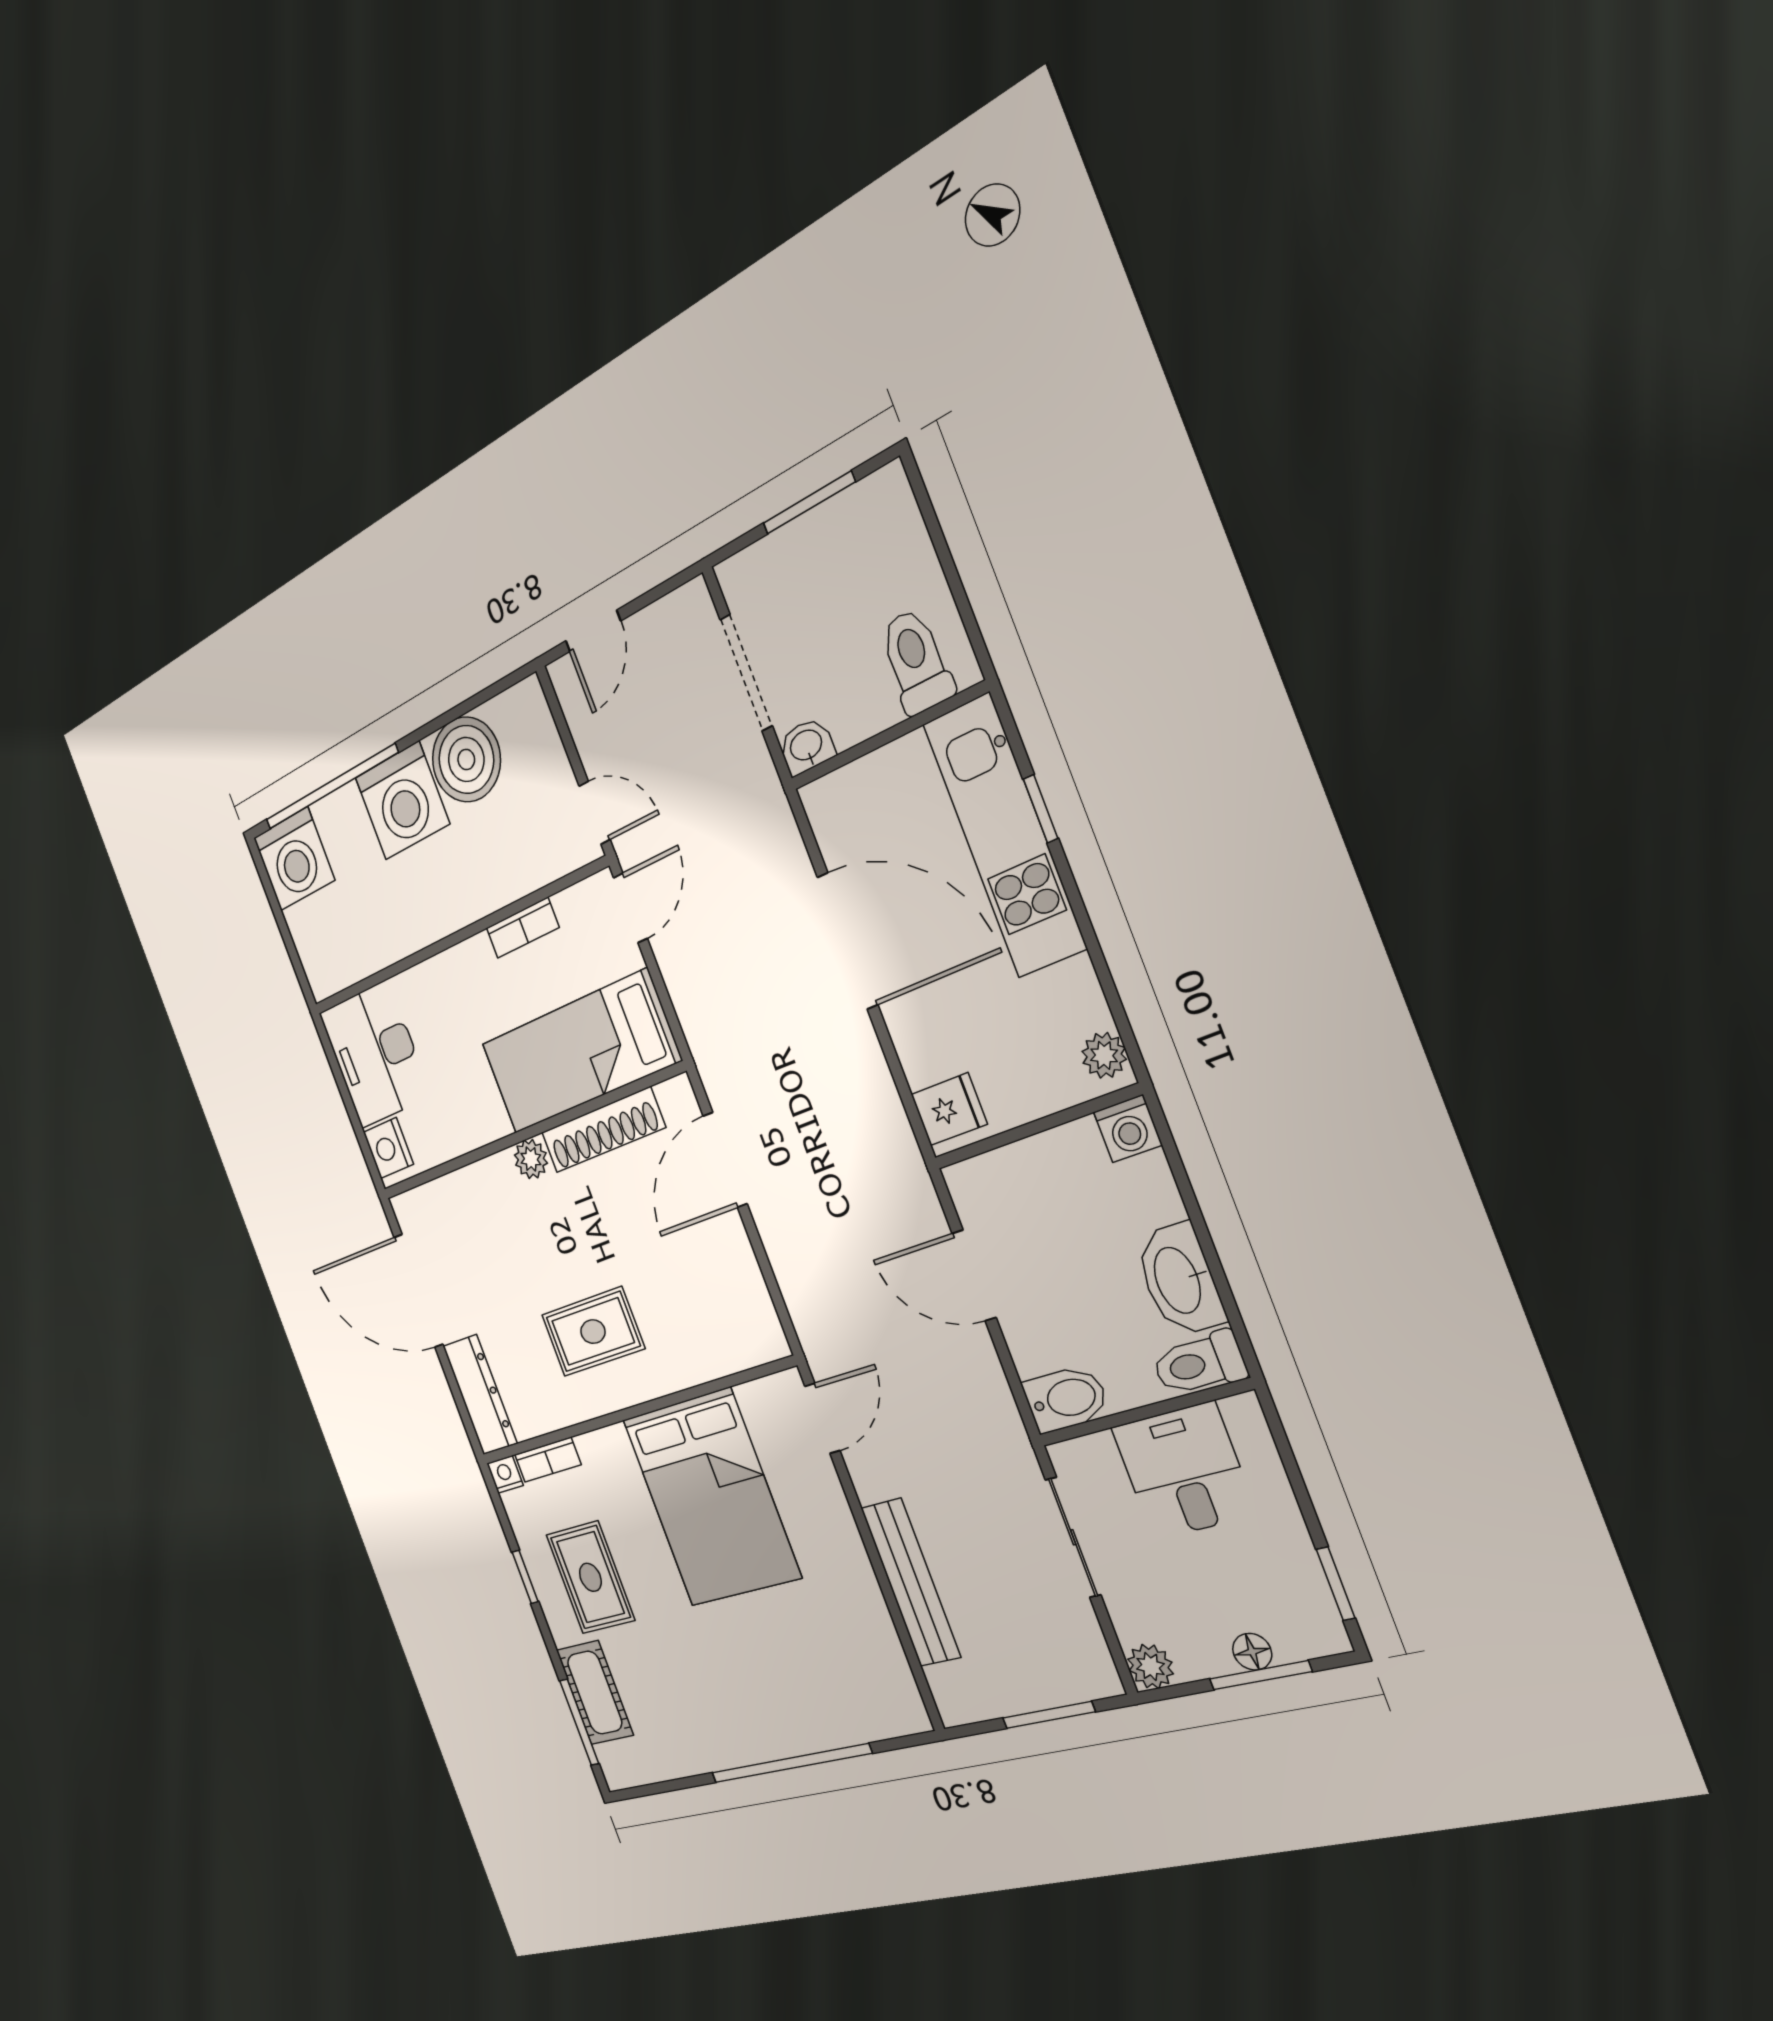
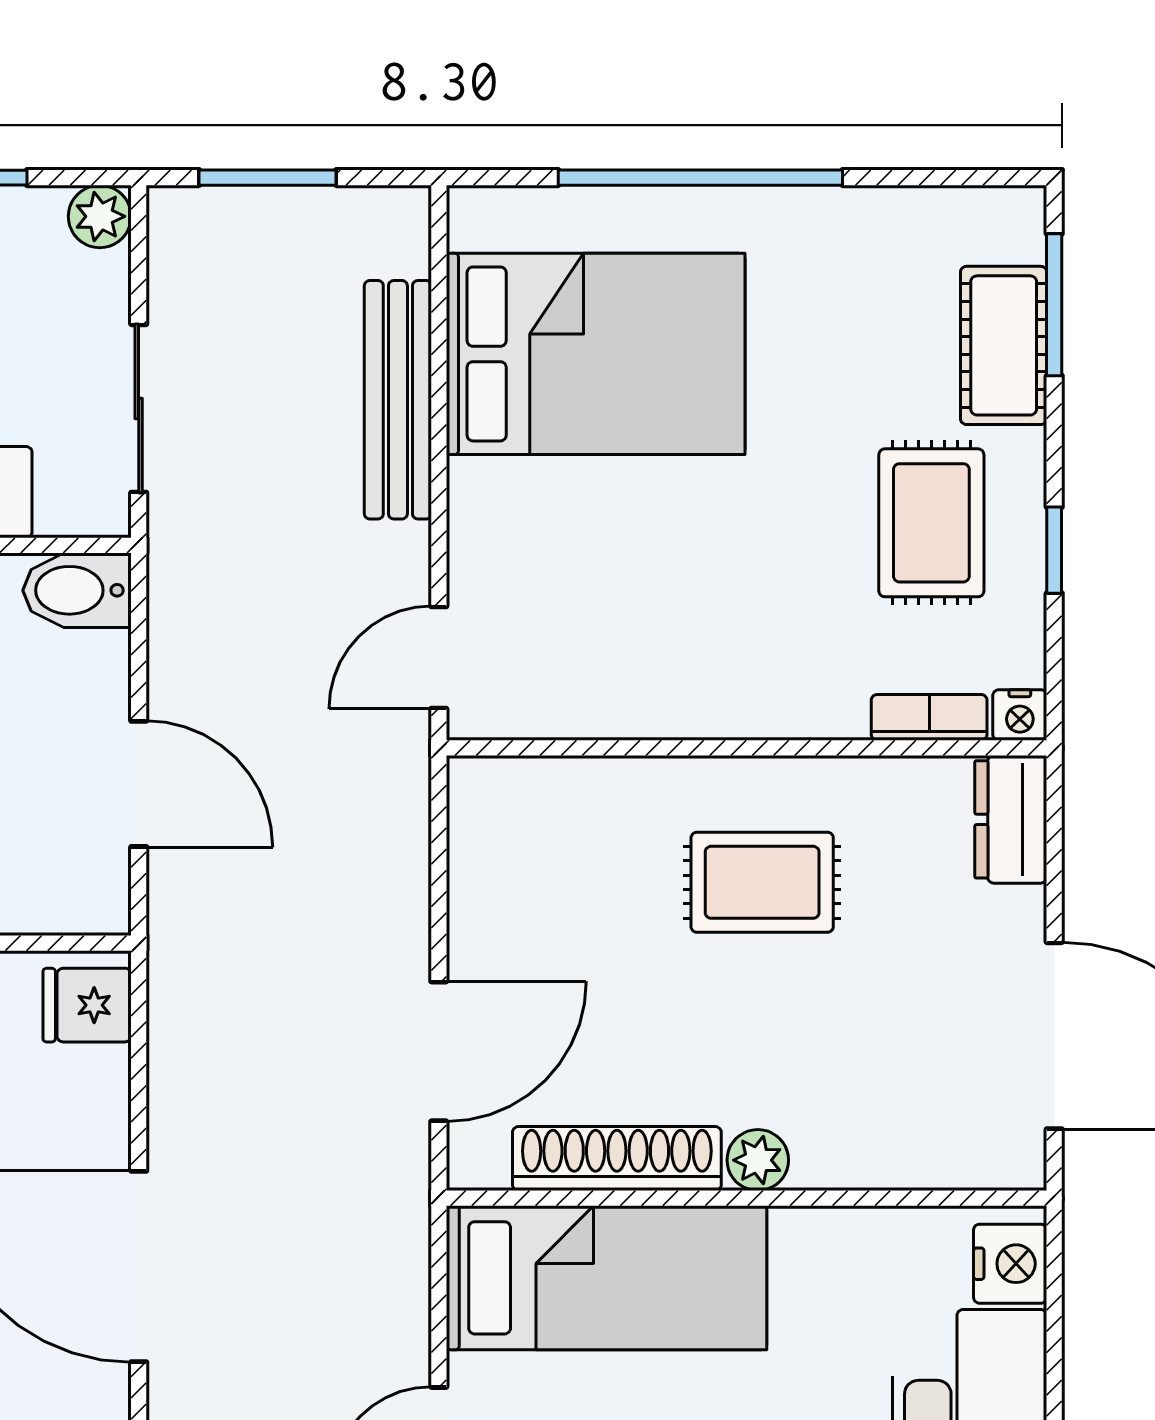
dresser: (480, 1395) -> (1011, 819), width x0.70
bed: (711, 1498) -> (596, 354), moved, turned 90

